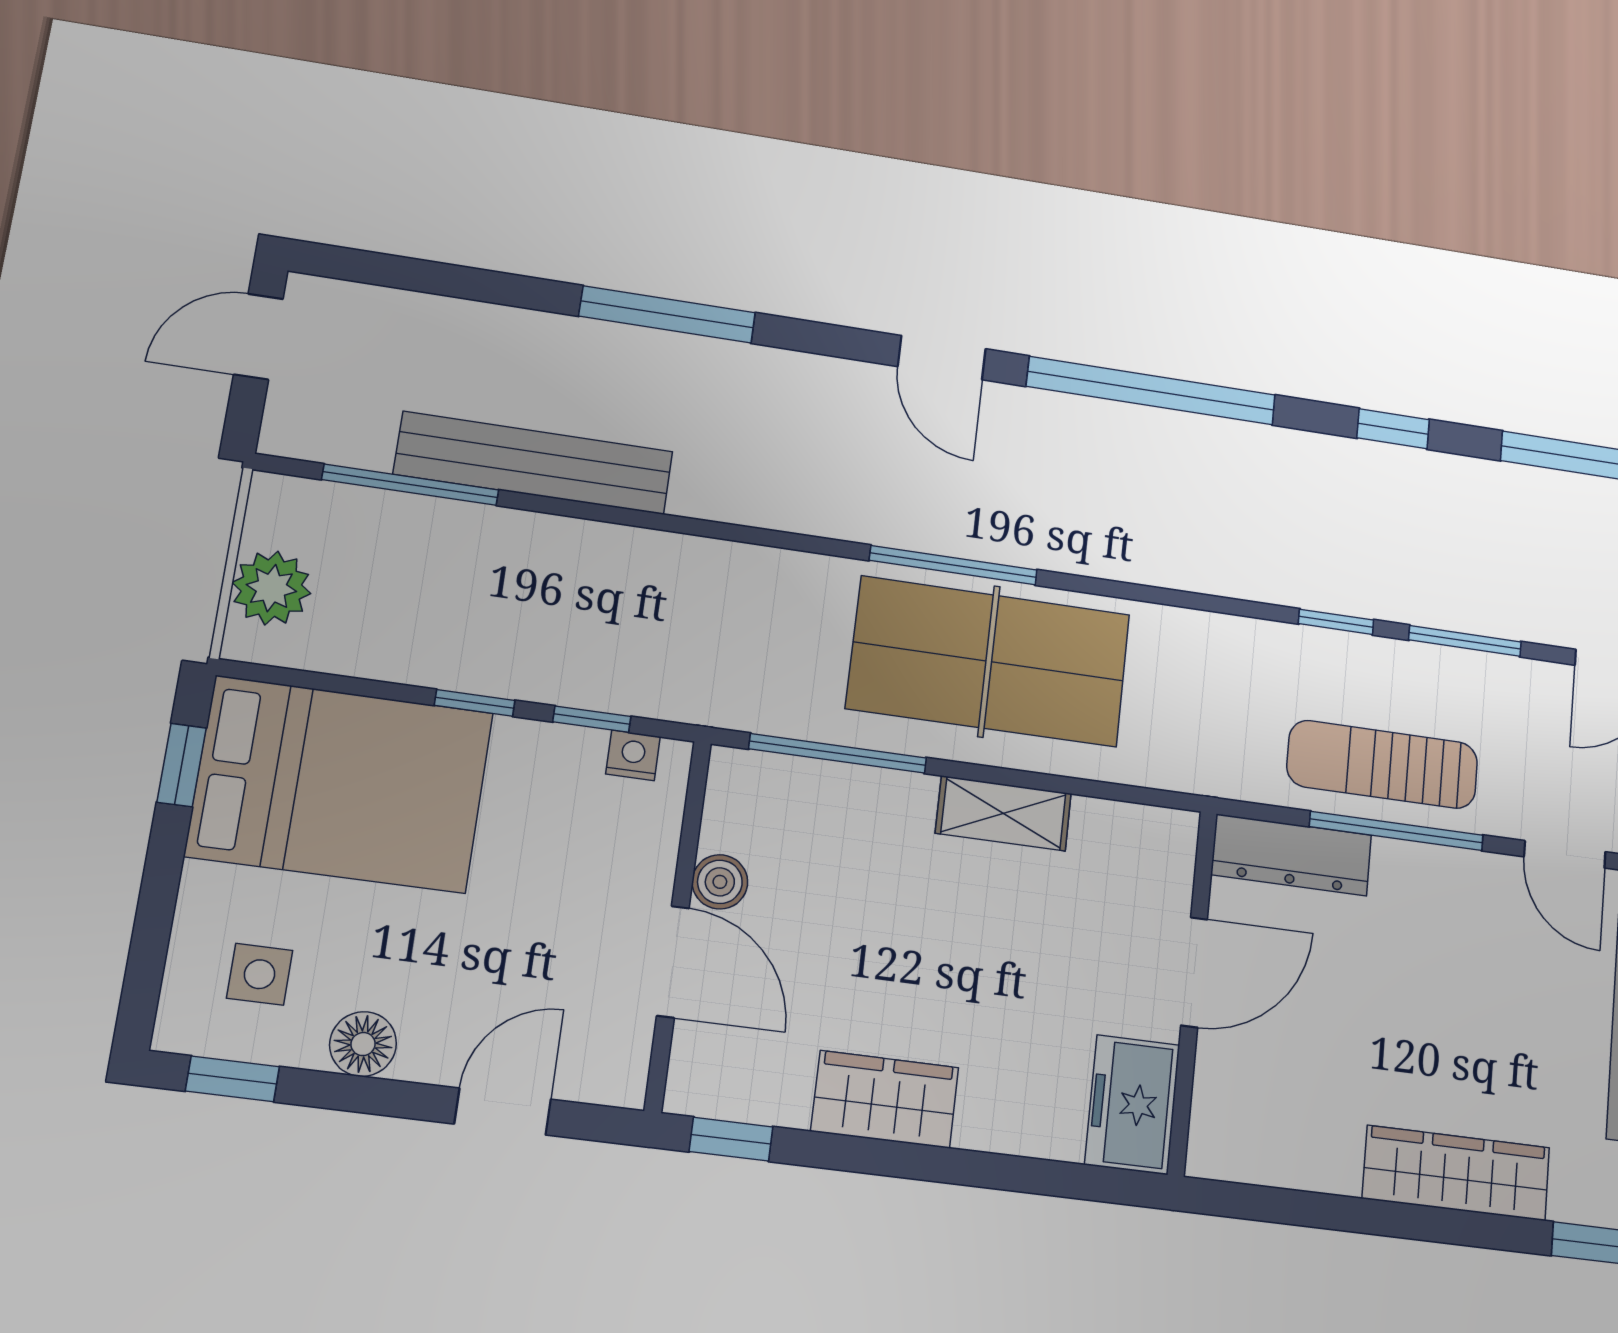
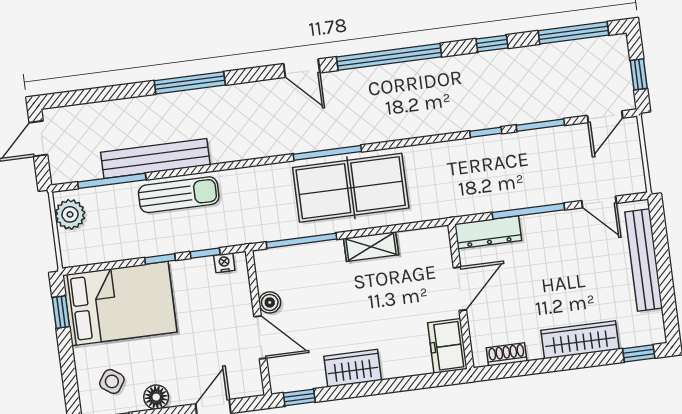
plant: (271, 588) -> (70, 214), moved
sun lounger: (1382, 764) -> (179, 195), moved, turned 180
side table: (260, 974) -> (112, 381), turned 34
shoe rack: (1272, 1164) -> (507, 354), added

